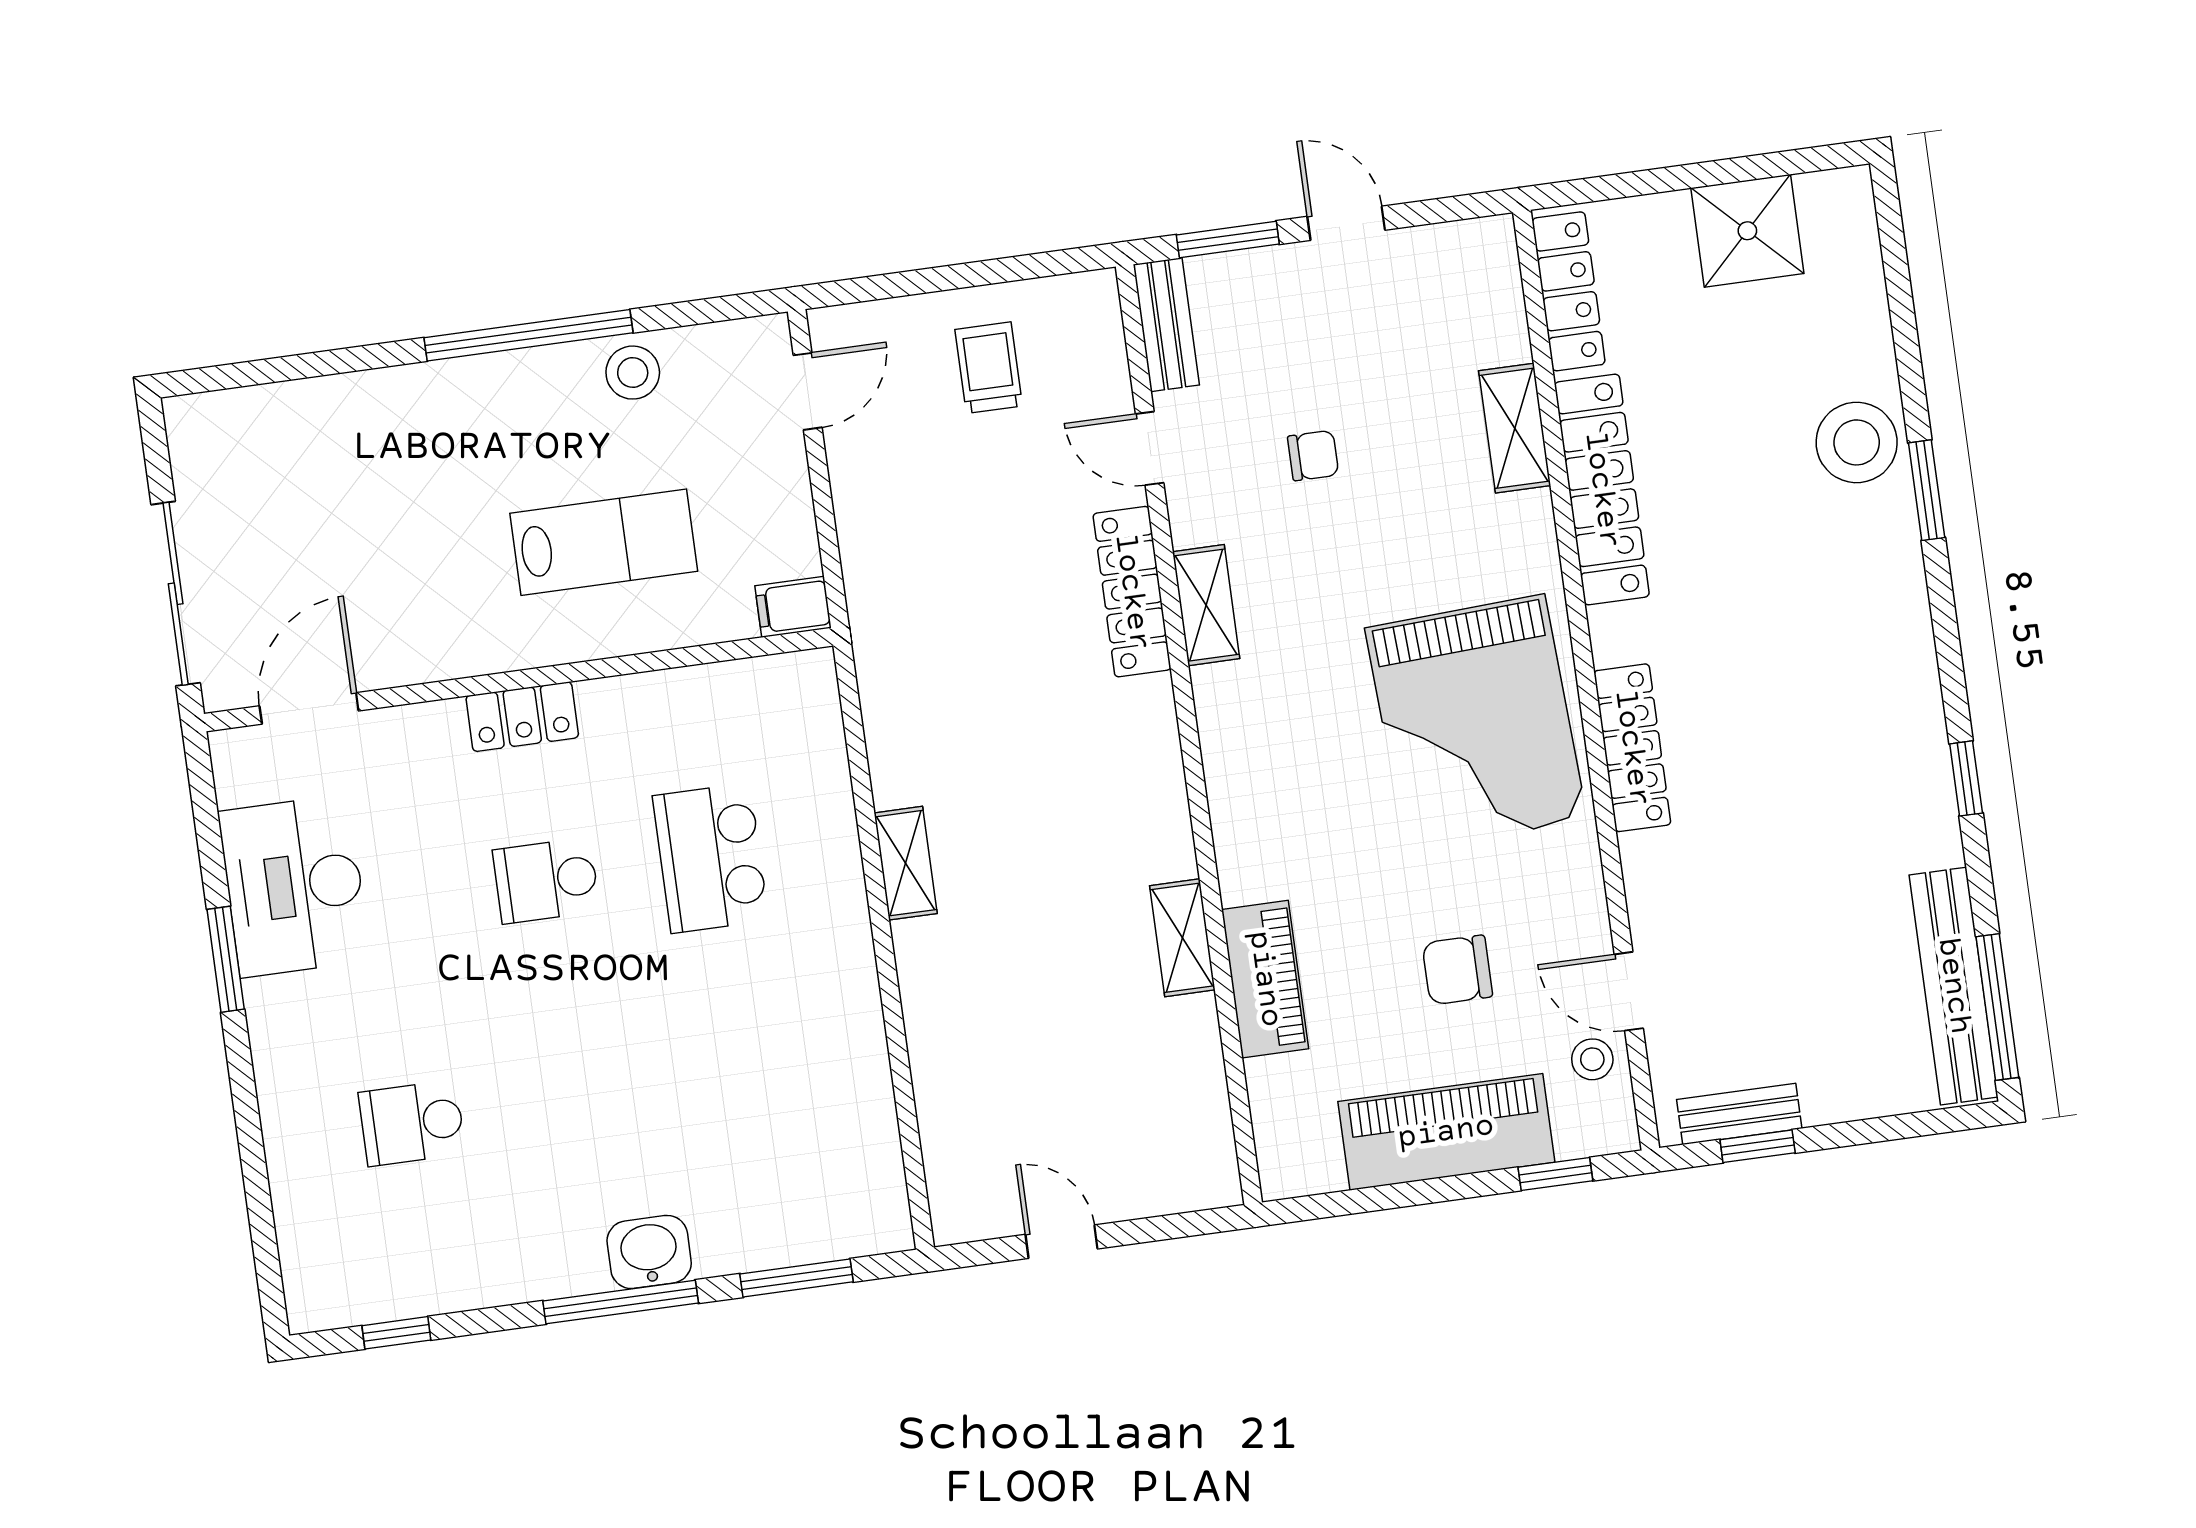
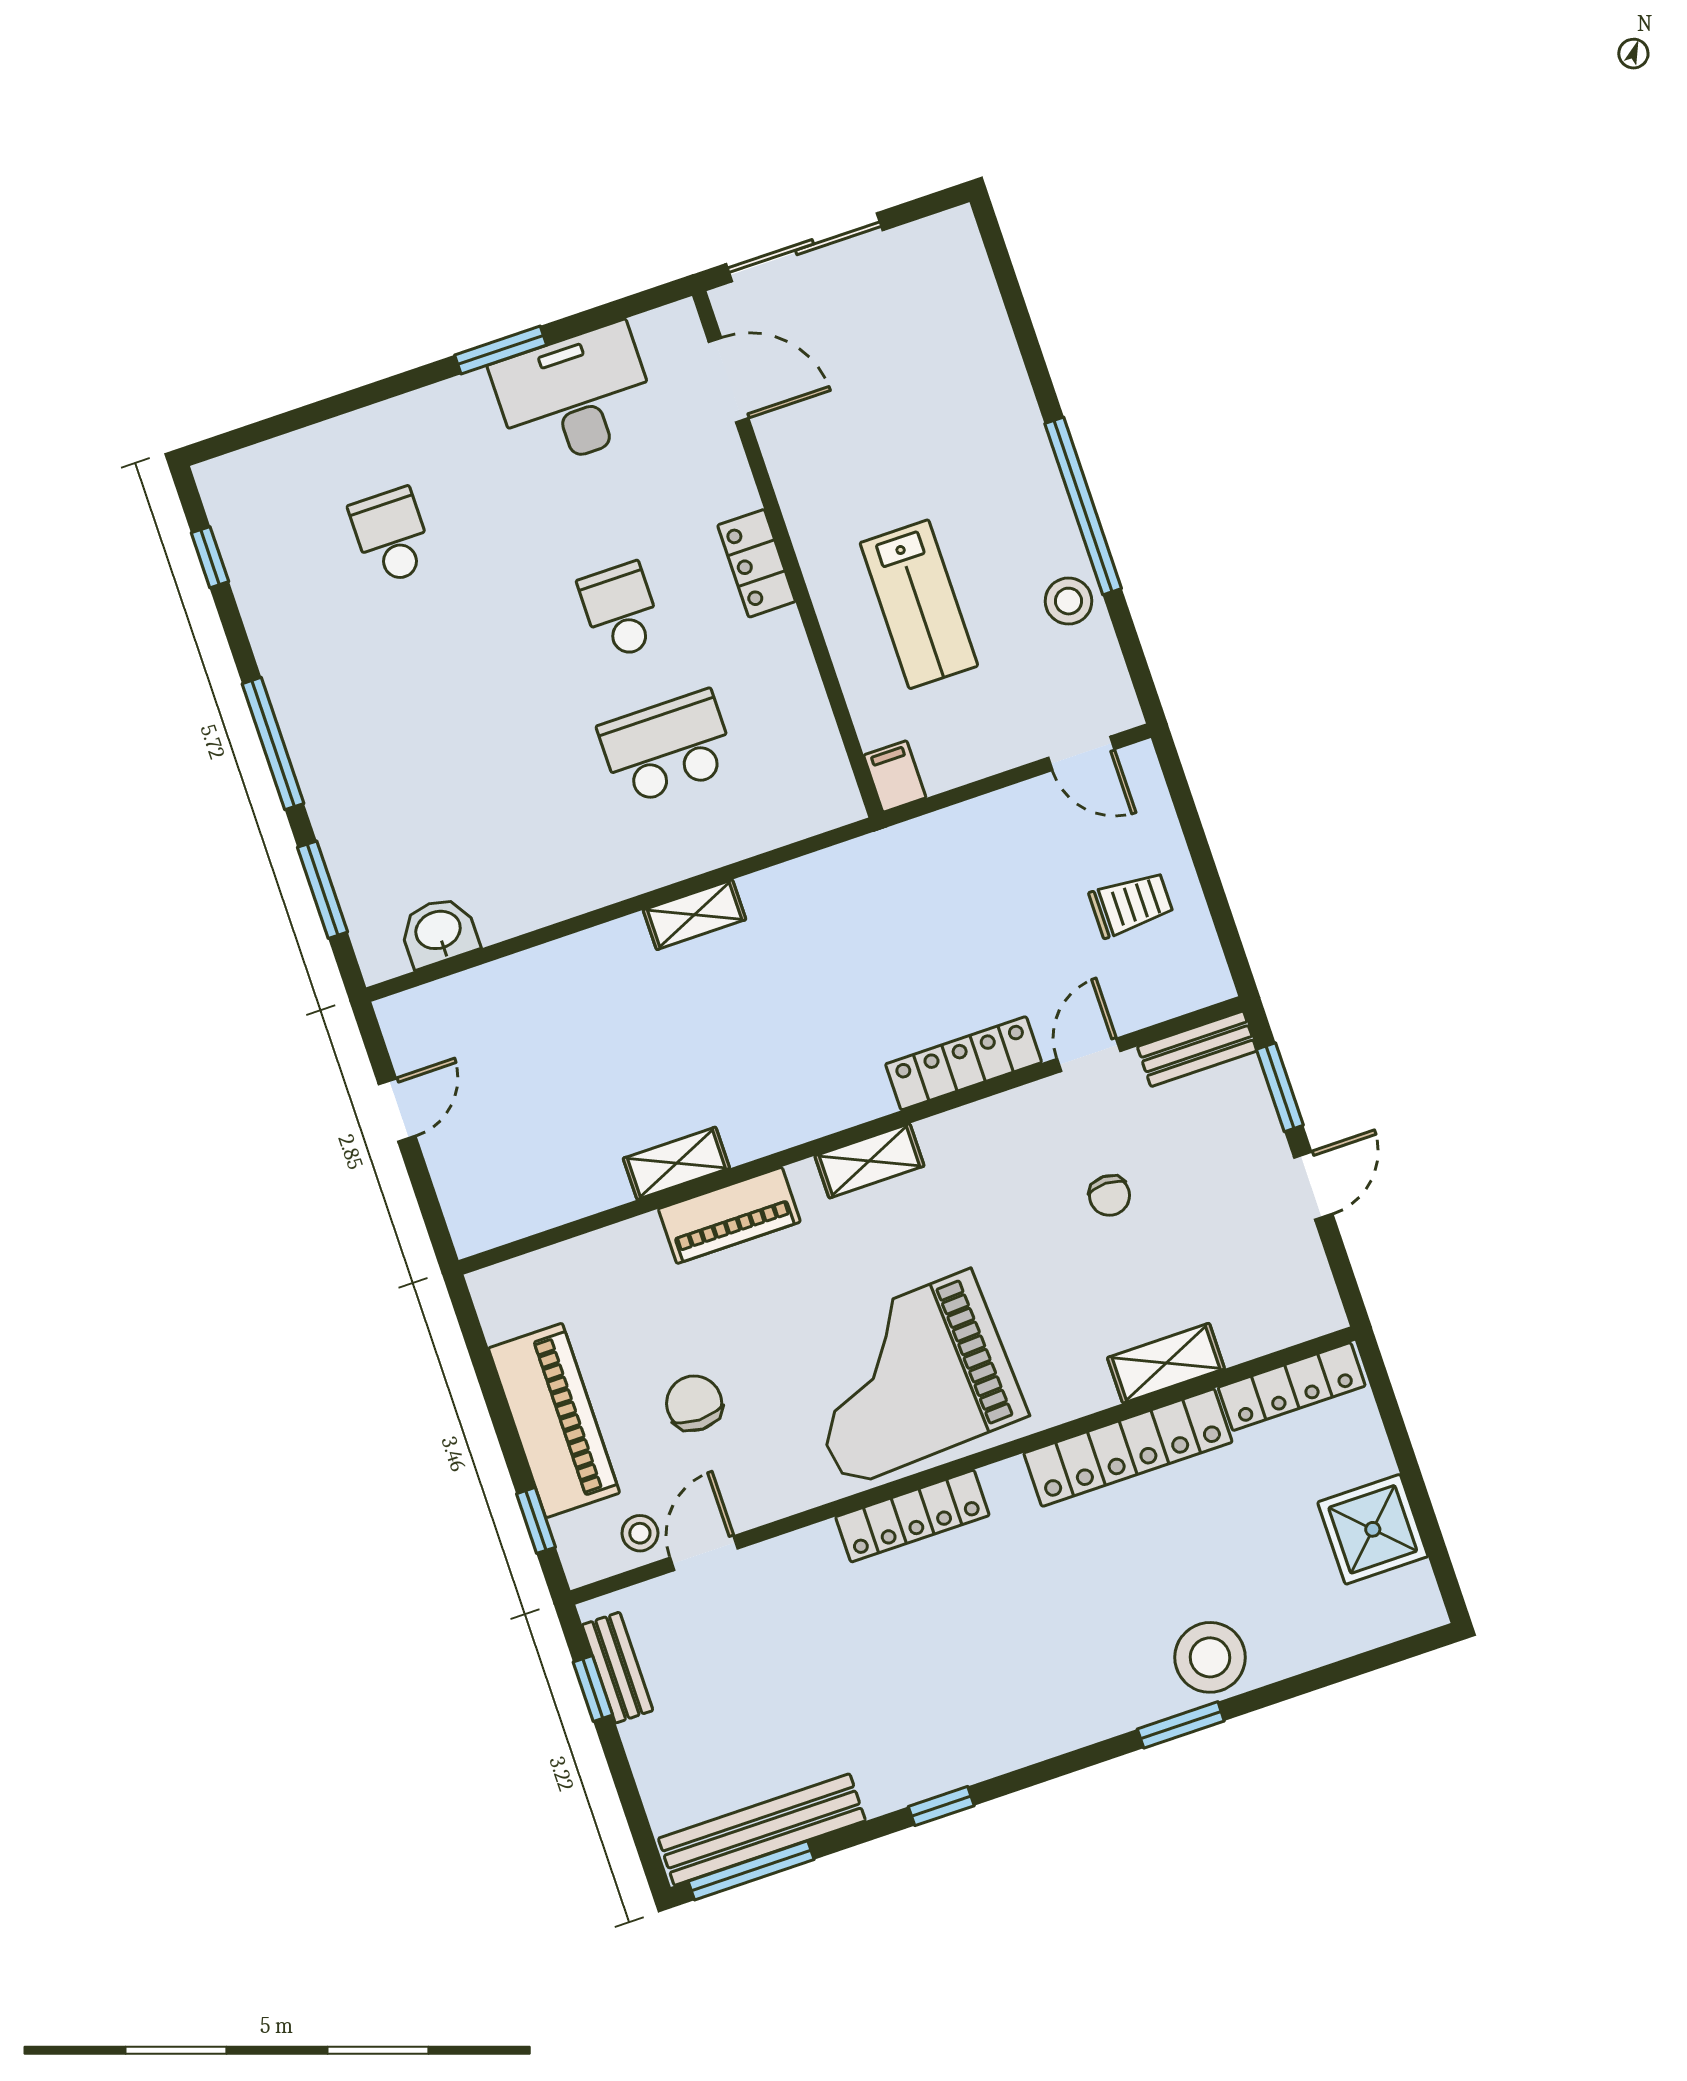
shelving: (1206, 605) -> (869, 1161), moved
piano: (1265, 979) -> (729, 1215), moved
washbasin: (649, 1252) -> (439, 932), moved, turned -90

